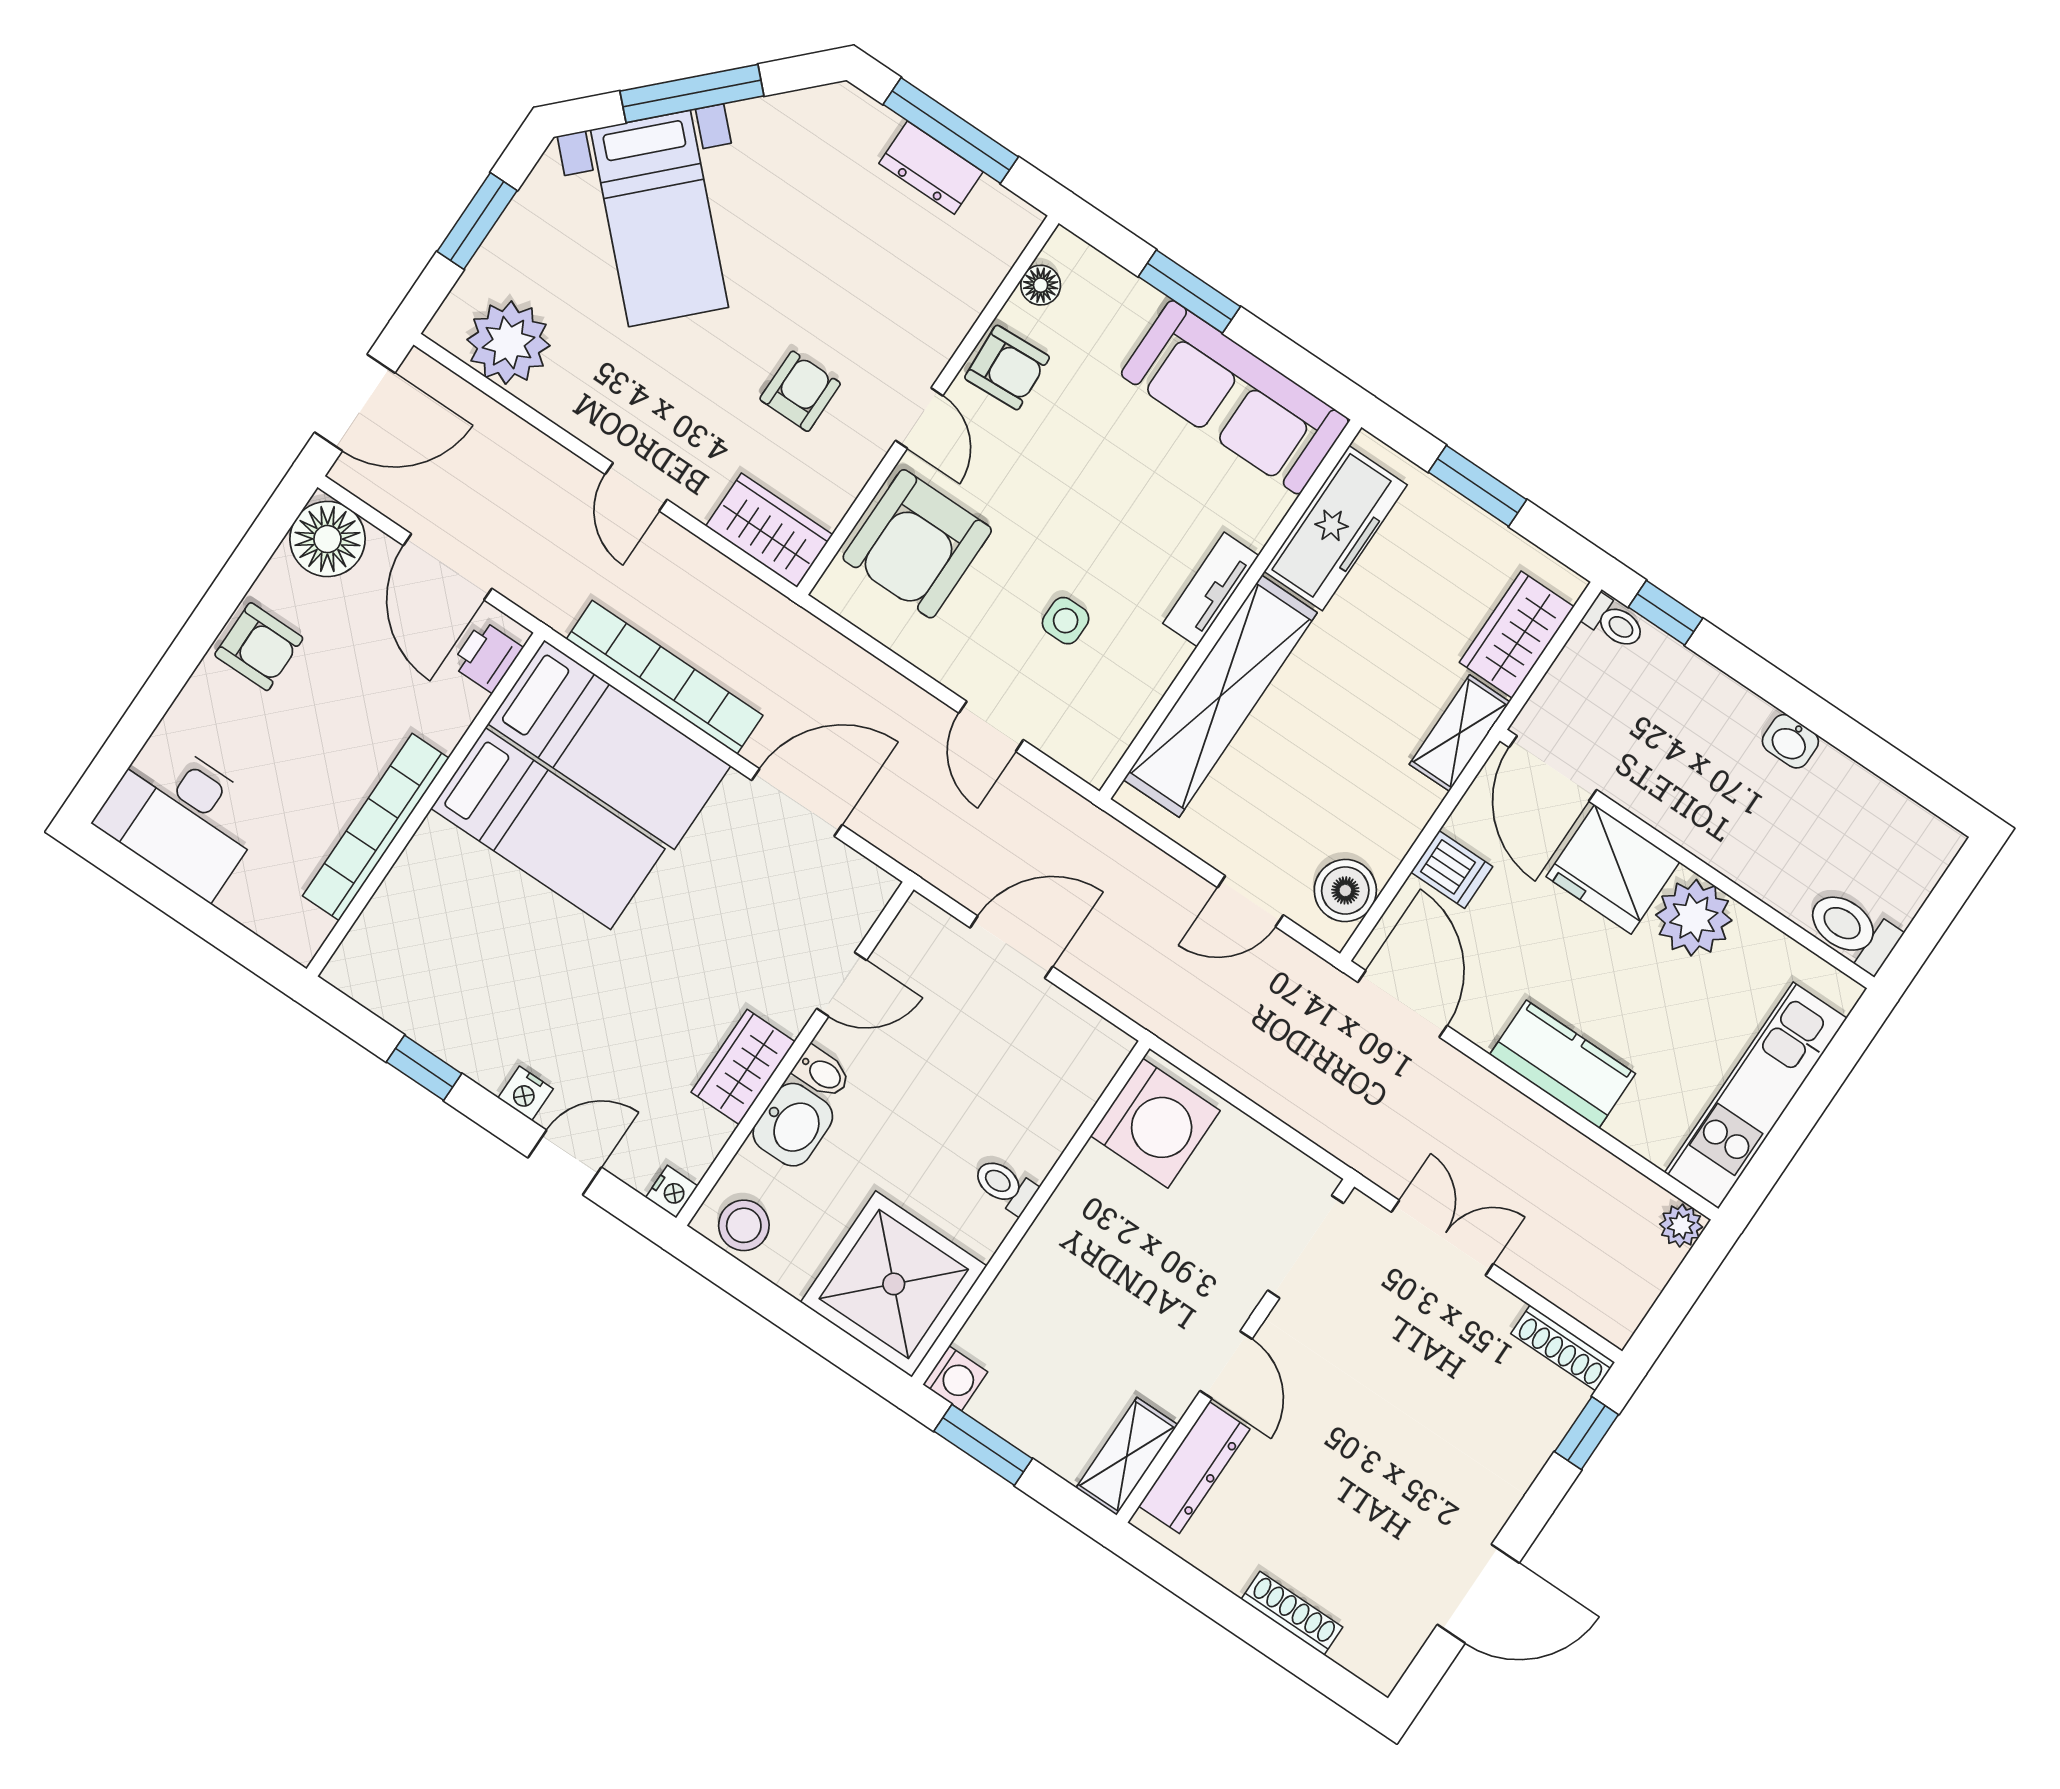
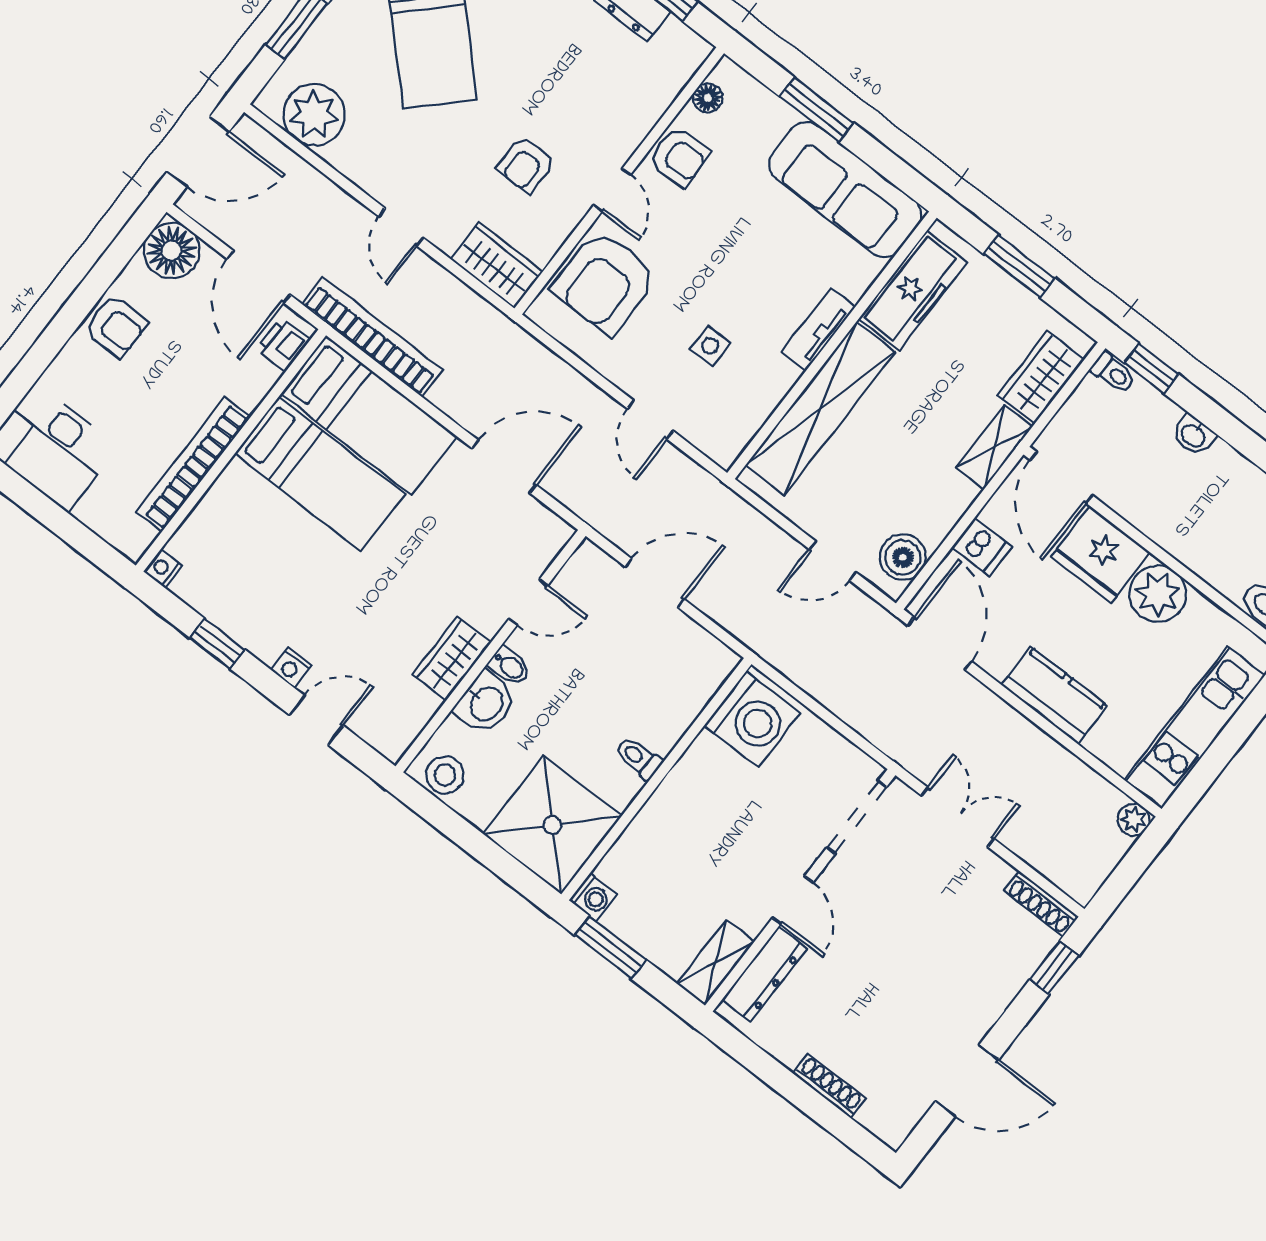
armchair: (800, 391) -> (526, 165), turned 180
bookcase: (665, 677) -> (372, 337), moved
washbasin: (1790, 741) -> (1194, 435), moved
nightstand: (672, 1192) -> (163, 568), moved, turned 180

